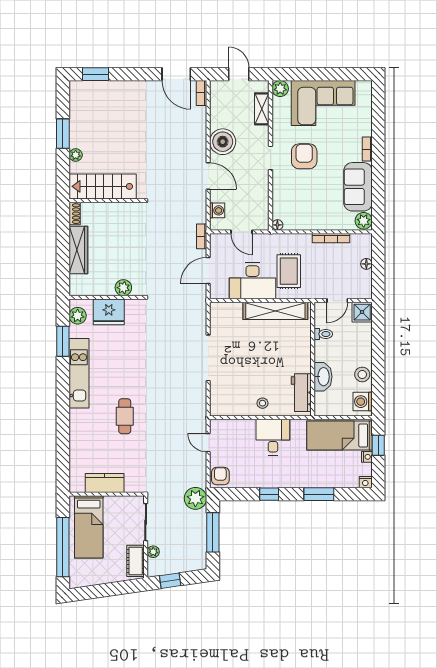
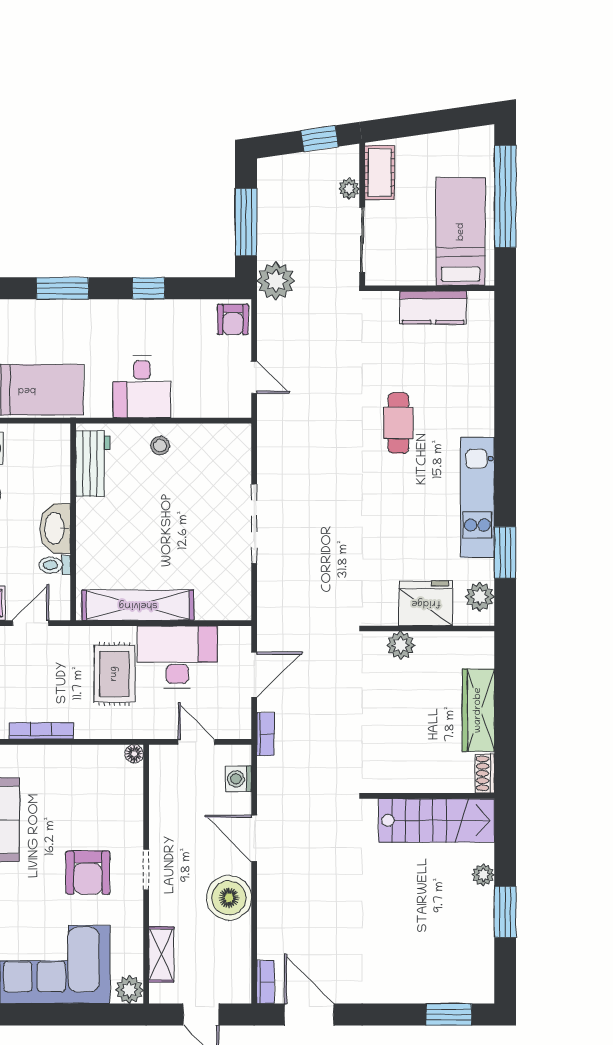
washbasin: (323, 377) -> (55, 528), moved

